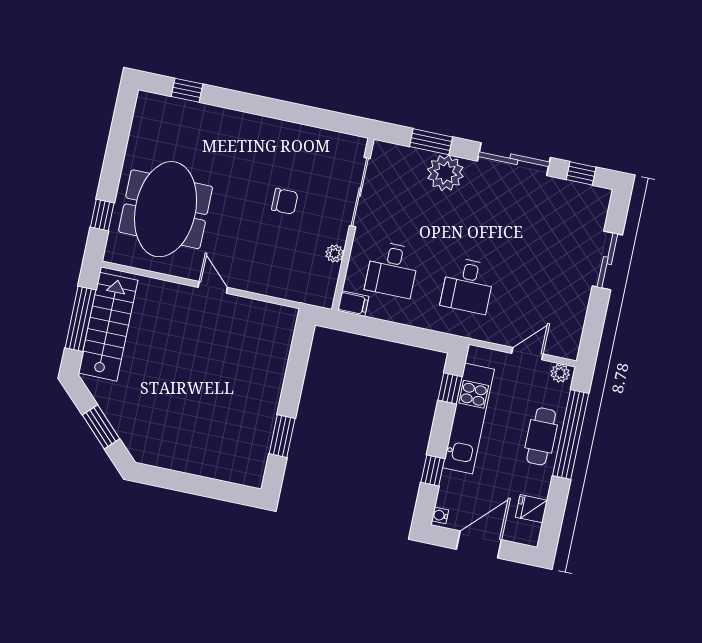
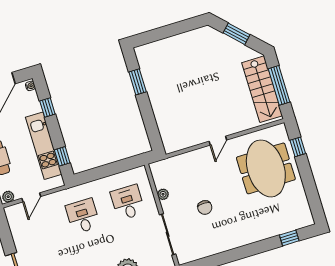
chair: (285, 201) -> (205, 207), turned -90
door: (213, 287) -> (218, 141), hinge flipped
filing cabinet: (353, 304) -> (139, 173), removed

